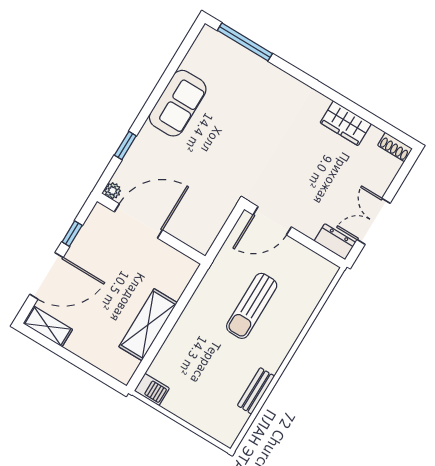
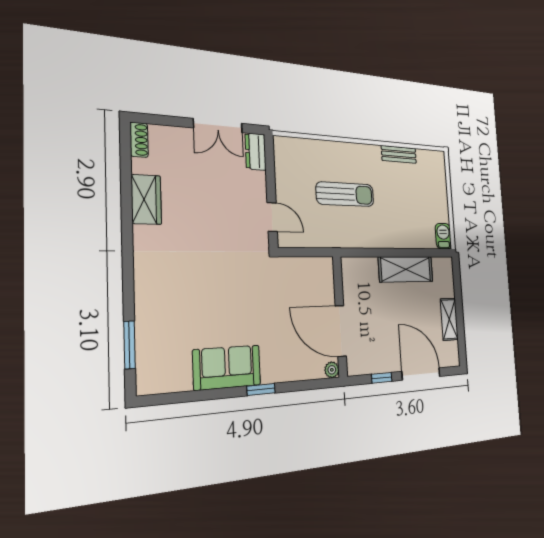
window: (245, 42) -> (129, 345), width x0.69
window: (125, 146) -> (261, 389), moved
door: (272, 221) -> (272, 217), width x0.73
shelving: (48, 326) -> (449, 319), moved

